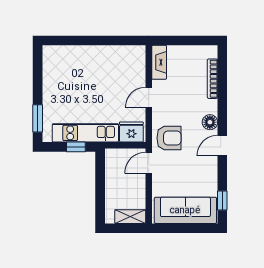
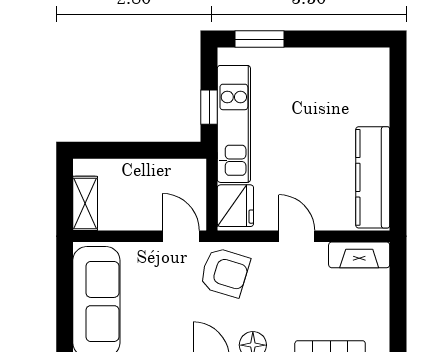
kitchen counter: (115, 55) -> (373, 177), added
armchair: (169, 138) -> (225, 272), turned -73

